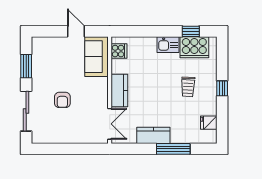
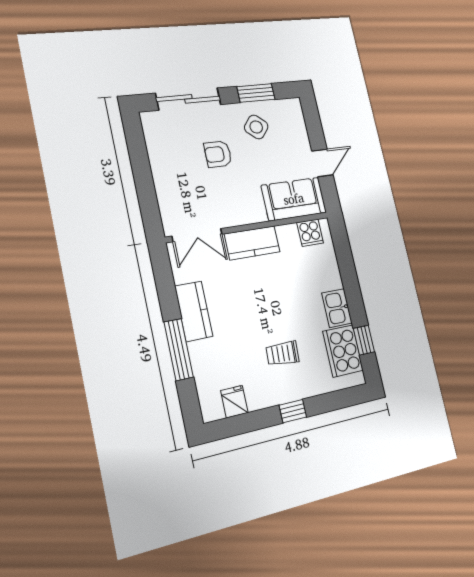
side table: (48, 71) -> (256, 127), added

